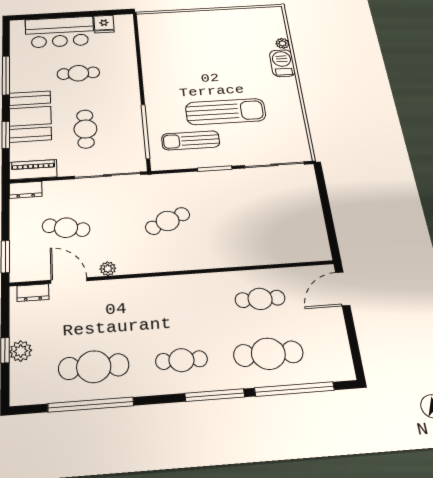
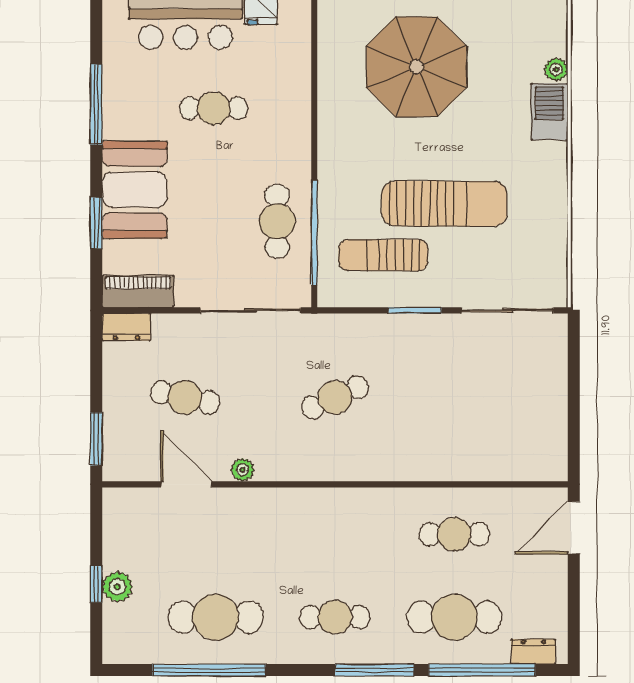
parasol: (199, 47) -> (416, 67), added
cafe table: (85, 129) -> (277, 221), moved
dresser: (33, 293) -> (533, 652), moved, turned 180

